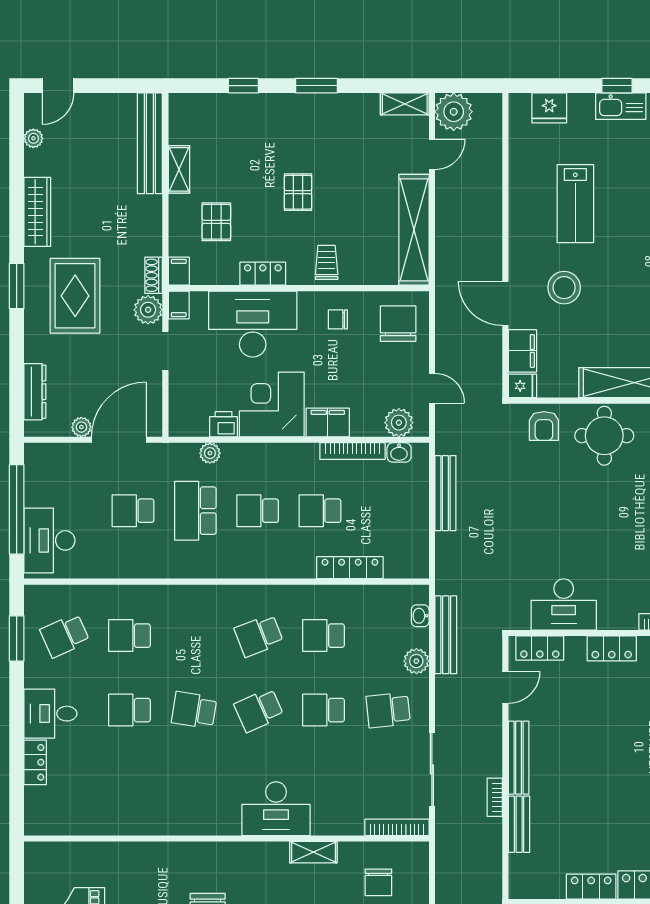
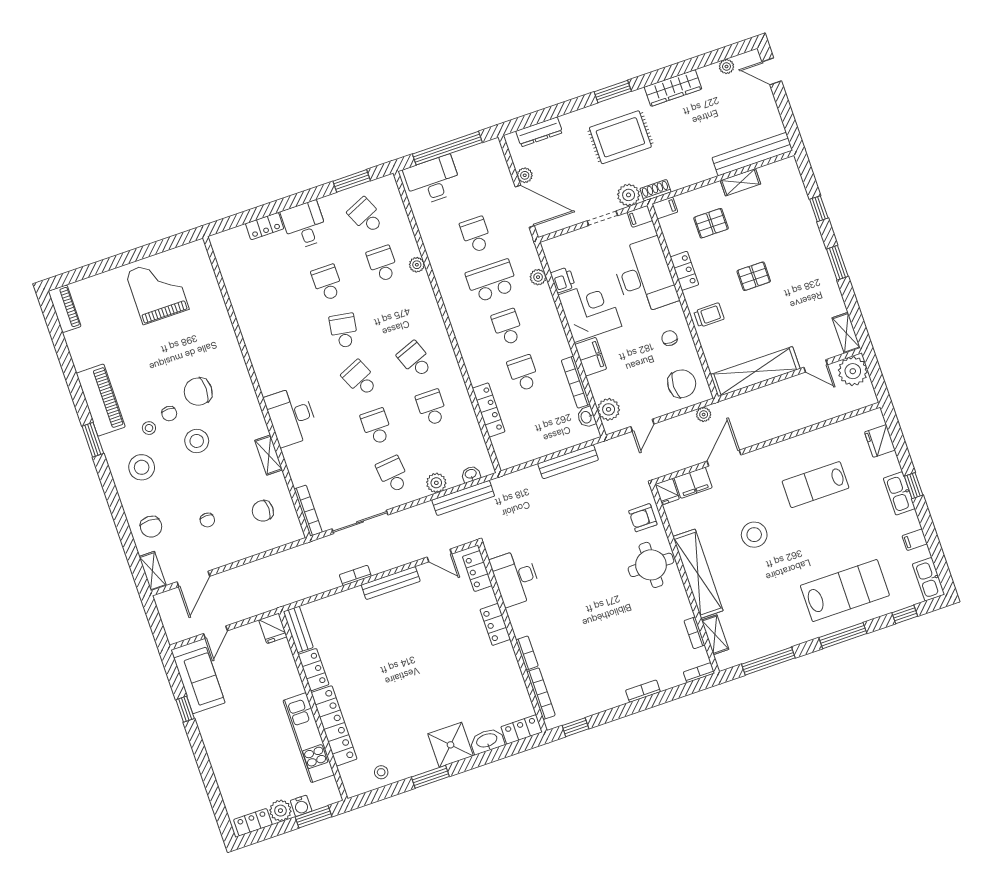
stool: (564, 288) -> (754, 535), moved
plant: (444, 310) -> (704, 414), added
plant: (145, 594) -> (417, 265), added
bench: (519, 824) -> (298, 629), moved, turned 90

